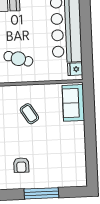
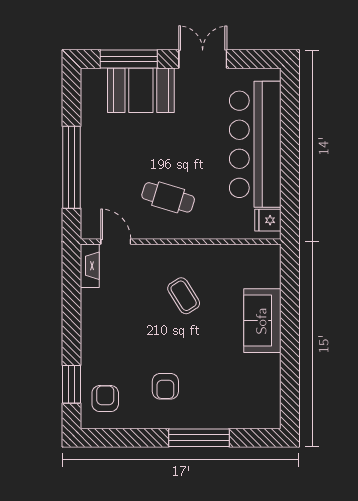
sofa: (73, 103) -> (262, 321), moved

